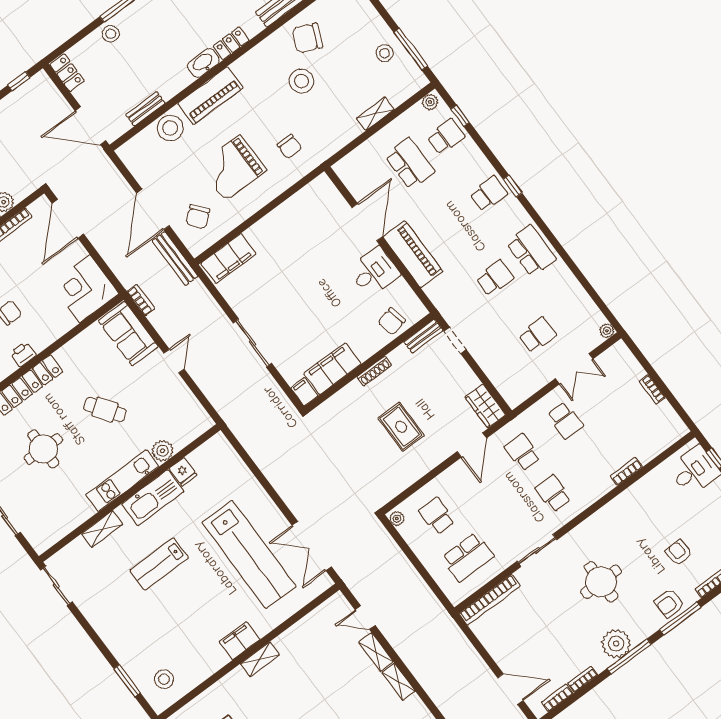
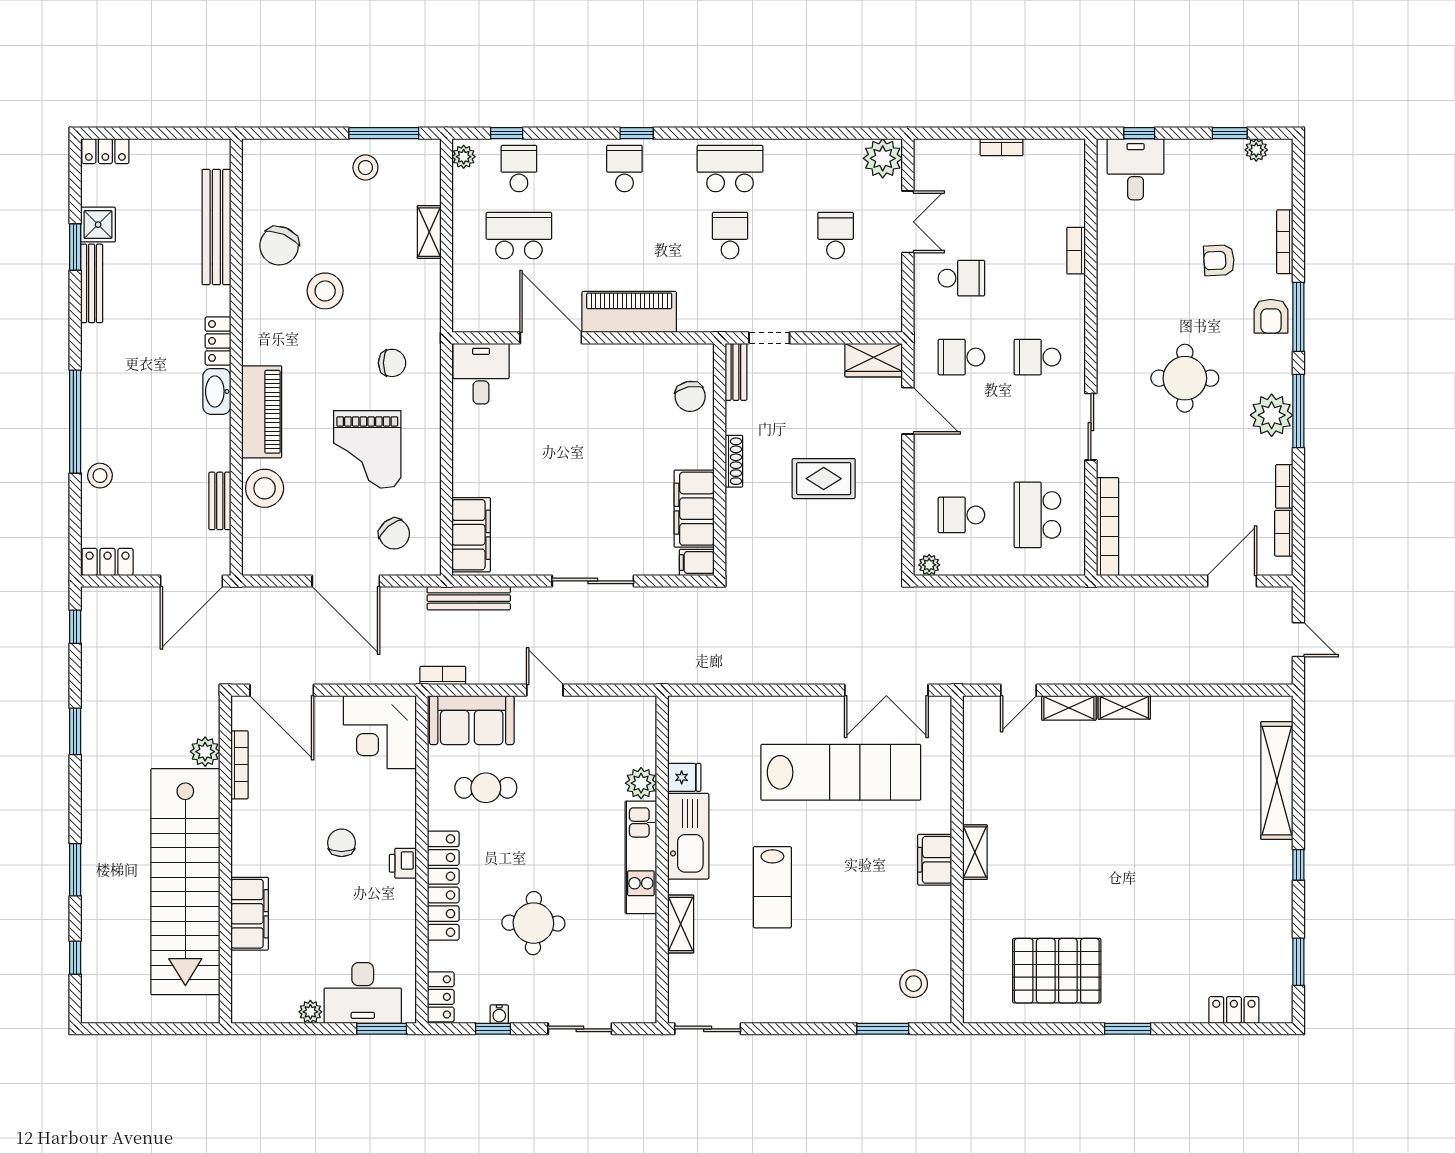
bench: (175, 258) -> (469, 598), moved
desk: (374, 272) -> (481, 374), moved
plant: (607, 331) -> (883, 158), width x1.88, depth x1.88
cafe table: (105, 410) -> (486, 788), moved, turned 35
school desk: (468, 557) -> (1037, 515), turned 180

